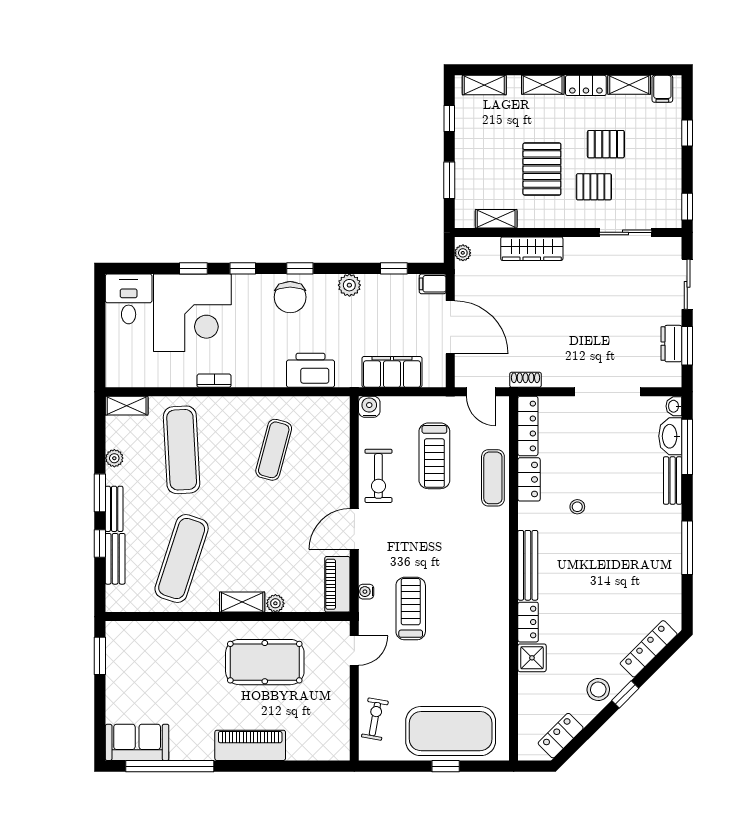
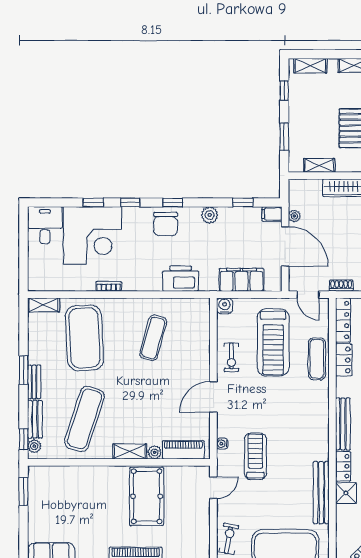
plant: (463, 253) -> (294, 216), moved
exercise mat: (182, 450) -> (84, 338), width x1.47
treadmill: (434, 456) -> (273, 342), width x1.37, depth x1.38
plant: (114, 458) -> (34, 446), moved
exercise bike: (378, 476) -> (231, 357), width x0.73, depth x0.72
window: (100, 543) -> (24, 439), moved
piano: (337, 584) -> (183, 450), moved, turned 90
bench: (499, 657) -> (321, 493), added
pool table: (265, 662) -> (147, 496), turned 90

